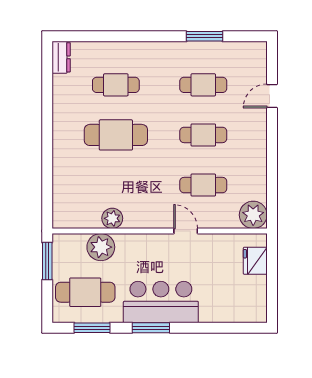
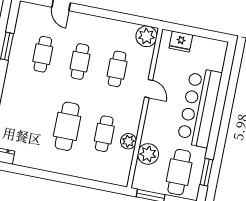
cafe table: (116, 85) -> (104, 134), moved
door: (186, 231) -> (149, 89), swing flipped
bar counter: (161, 302) -> (199, 107), width x1.36
window: (151, 328) -> (215, 129), removed

